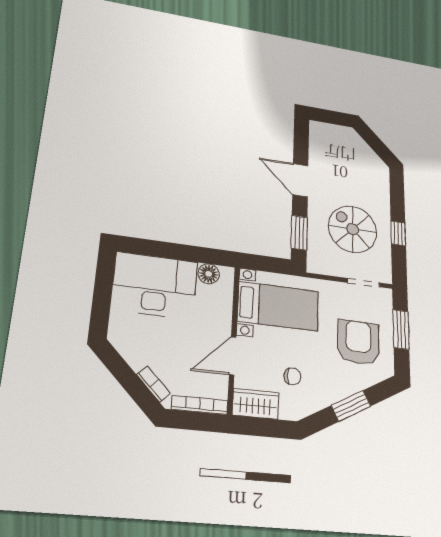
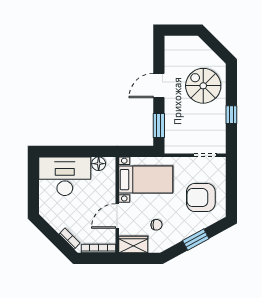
door: (300, 180) -> (159, 86), hinge flipped
spiral stairs: (353, 229) -> (203, 86), moved
window: (401, 329) -> (231, 185), removed
armchair: (358, 342) -> (201, 198), turned -91

